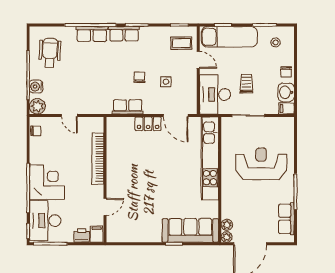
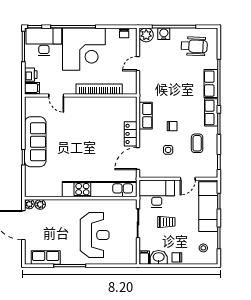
coffee table: (181, 43) -> (197, 143), moved
corner desk: (47, 182) -> (84, 49), width x1.36, depth x1.36
sofa: (190, 230) -> (35, 142), moved

